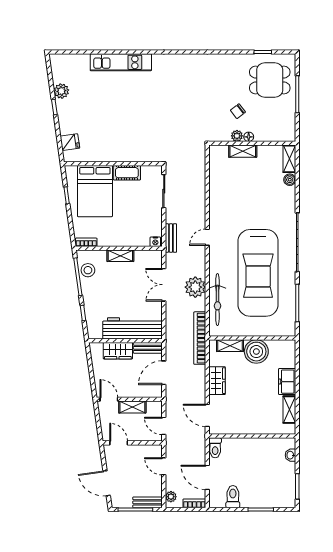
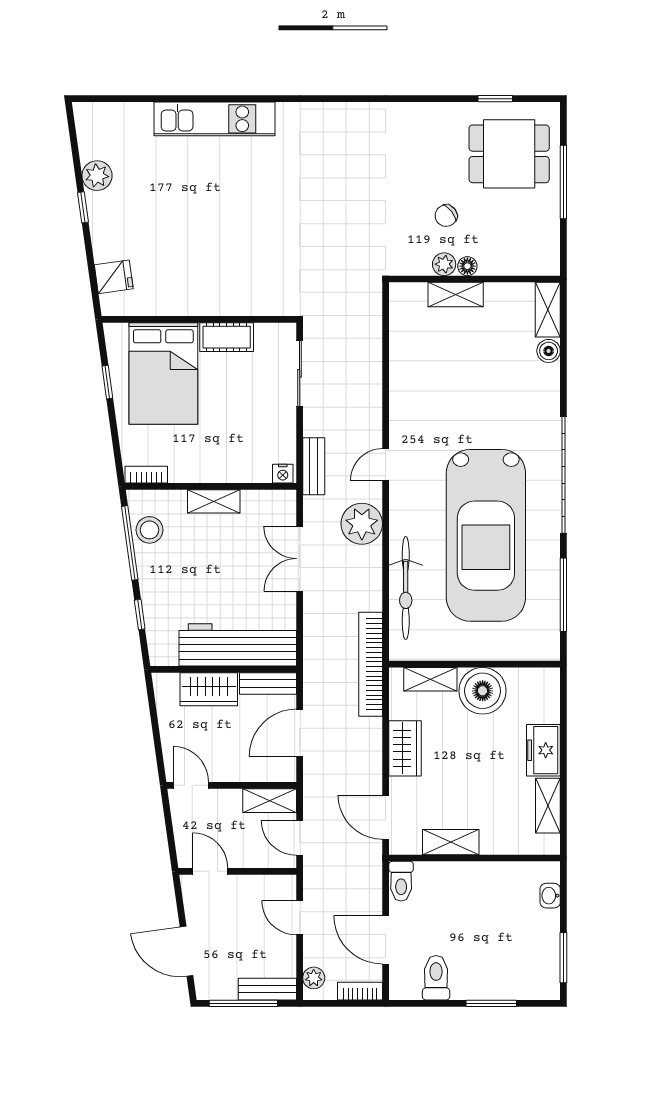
plant: (195, 287) -> (362, 524), moved
shelving: (132, 407) -> (270, 801), moved
shelving: (240, 428) -> (451, 842), added

